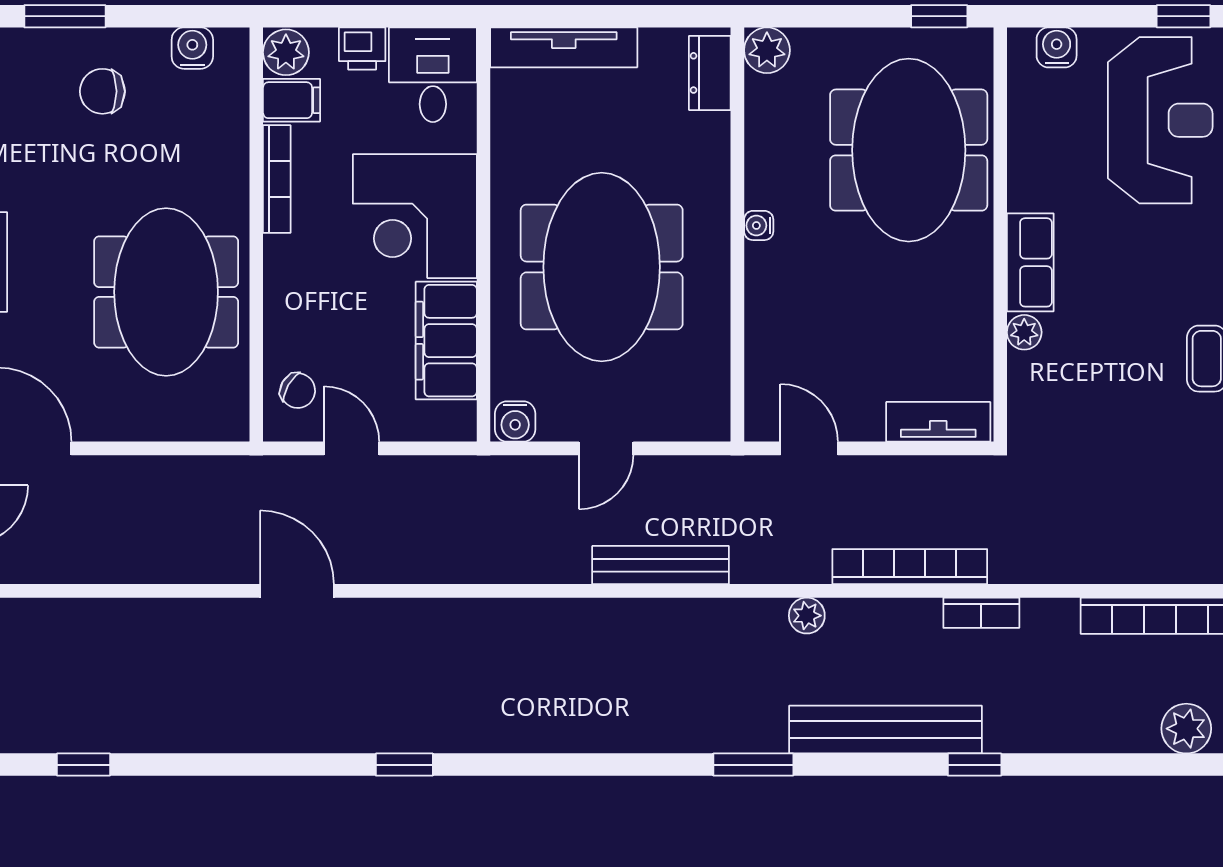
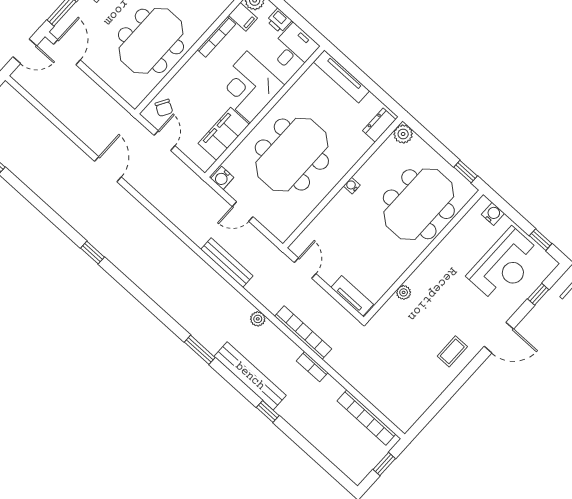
row of seats: (1030, 262) -> (425, 273), removed
plant: (1186, 729) -> (343, 459), removed

